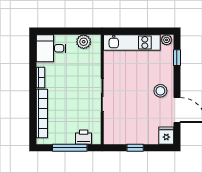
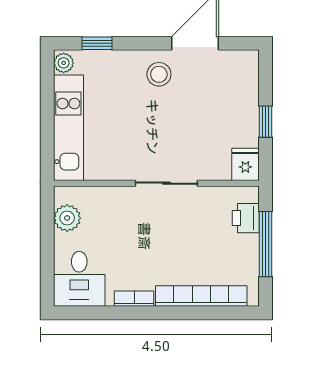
fridge: (166, 136) -> (245, 164), moved, turned 90

